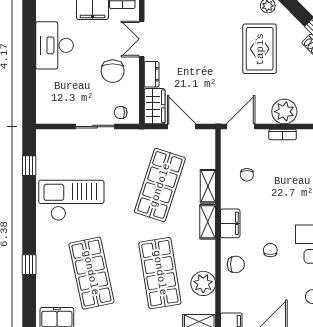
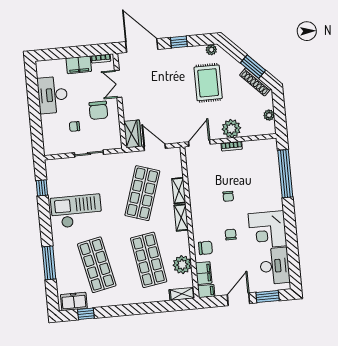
dresser: (152, 74) -> (128, 110), removed
chair: (121, 112) -> (74, 126), moved
chair: (247, 175) -> (228, 196), moved
filing cabinet: (230, 223) -> (204, 273), moved
window: (29, 265) -> (49, 263), width x2.17

